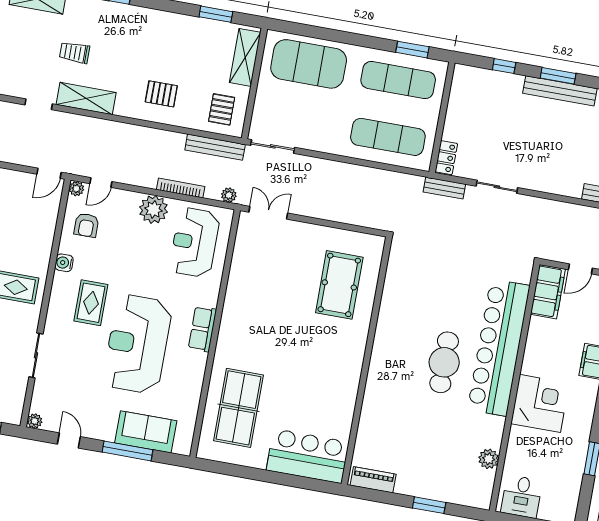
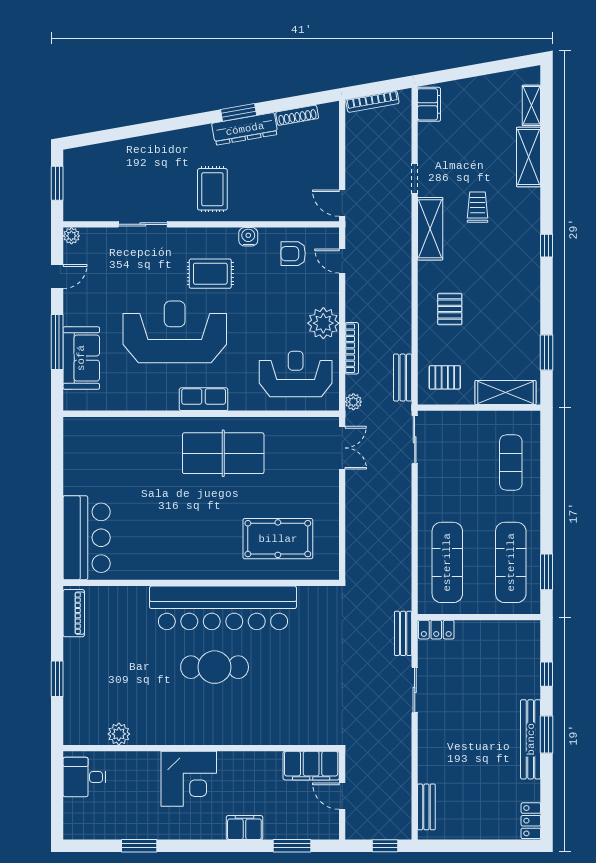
exercise mat: (309, 64) -> (511, 462), width x0.50, depth x0.69
bench: (215, 147) -> (403, 378), width x0.73
plant: (76, 189) -> (331, 236), removed
bar counter: (499, 348) -> (223, 608), moved, turned 180
table tennis table: (239, 408) -> (223, 453), moved

